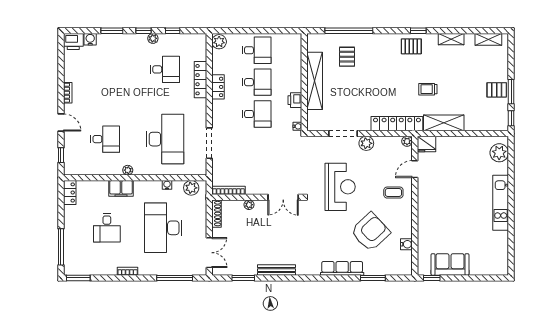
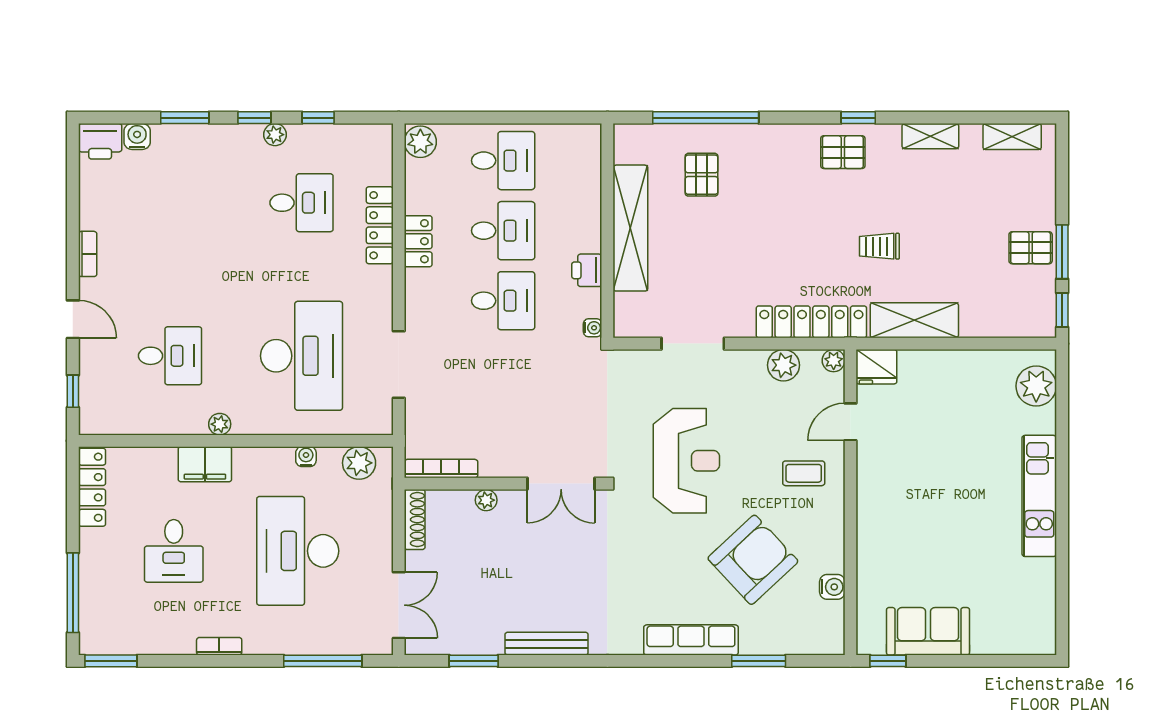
plant: (366, 143) -> (783, 365), moved
locker: (70, 192) -> (92, 487), width x1.53

